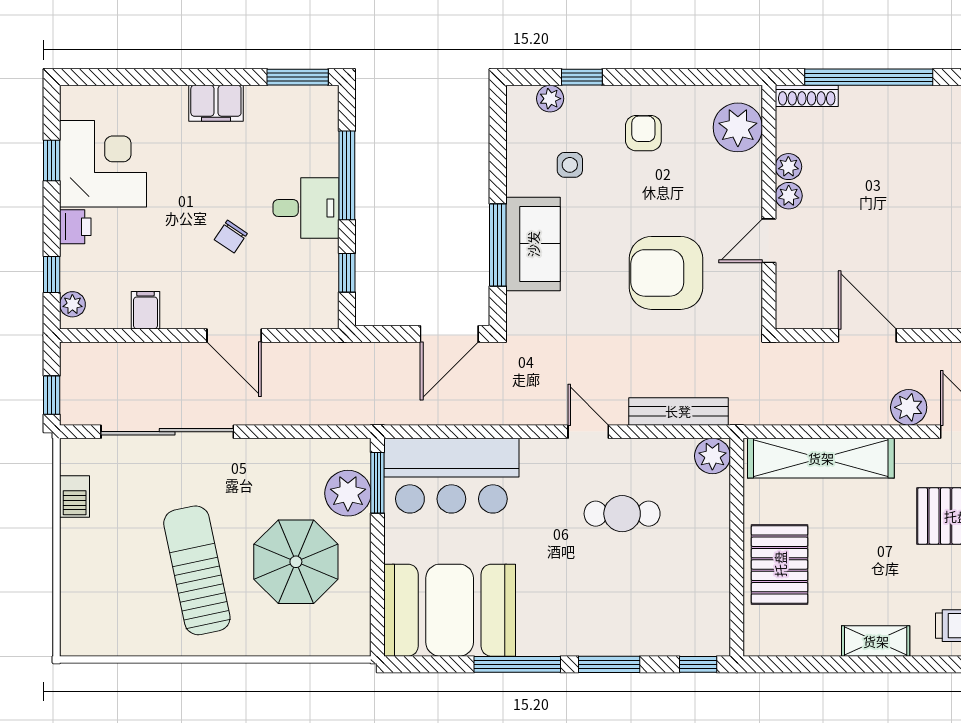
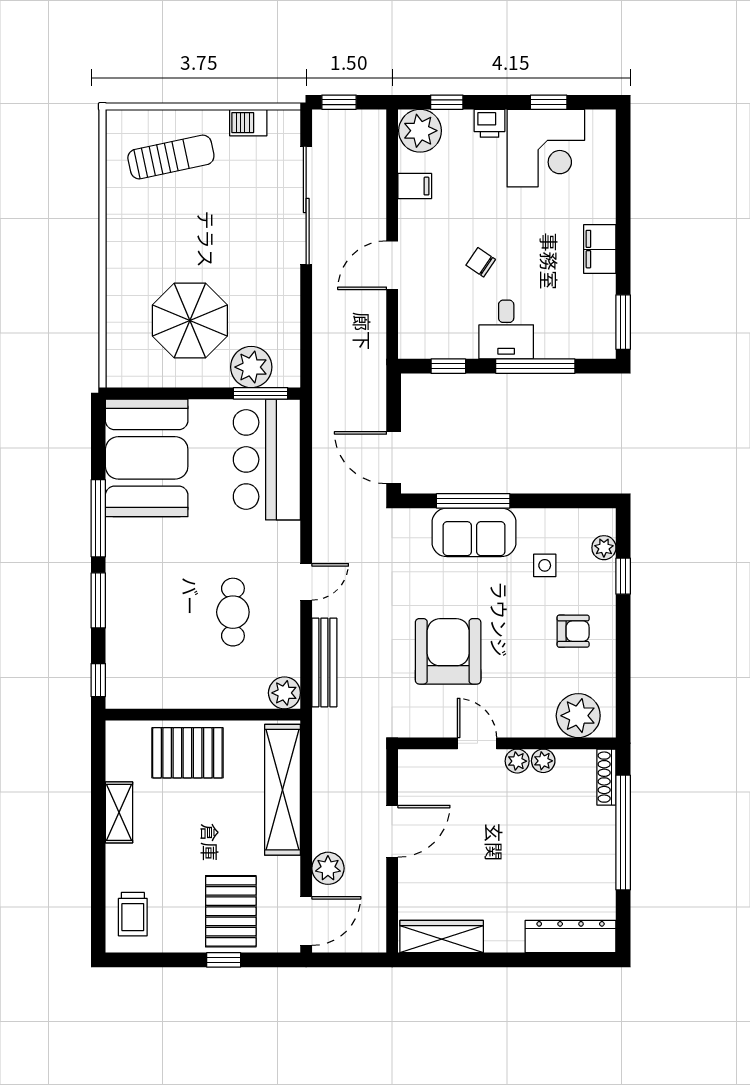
plant: (72, 304) -> (420, 131), width x1.88, depth x1.88
sun lounger: (197, 570) -> (171, 157), moved, width x0.73, depth x0.75
shelving: (876, 641) -> (119, 812), moved

